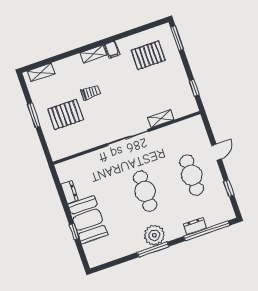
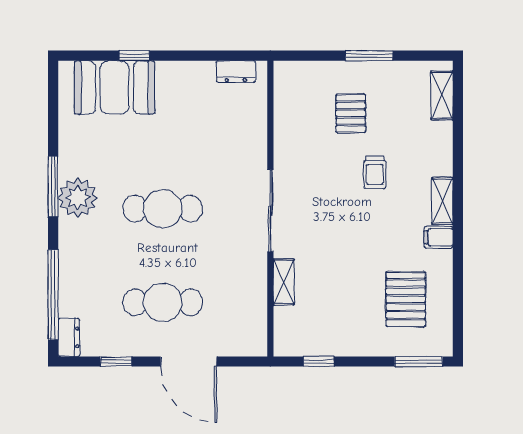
pallet: (66, 114) -> (351, 113), width x0.67, depth x0.71
door: (216, 152) -> (189, 362), width x1.88
dresser: (69, 192) -> (236, 72), moved
booth: (88, 220) -> (115, 87), moved
dresser: (195, 226) -> (69, 337), moved

